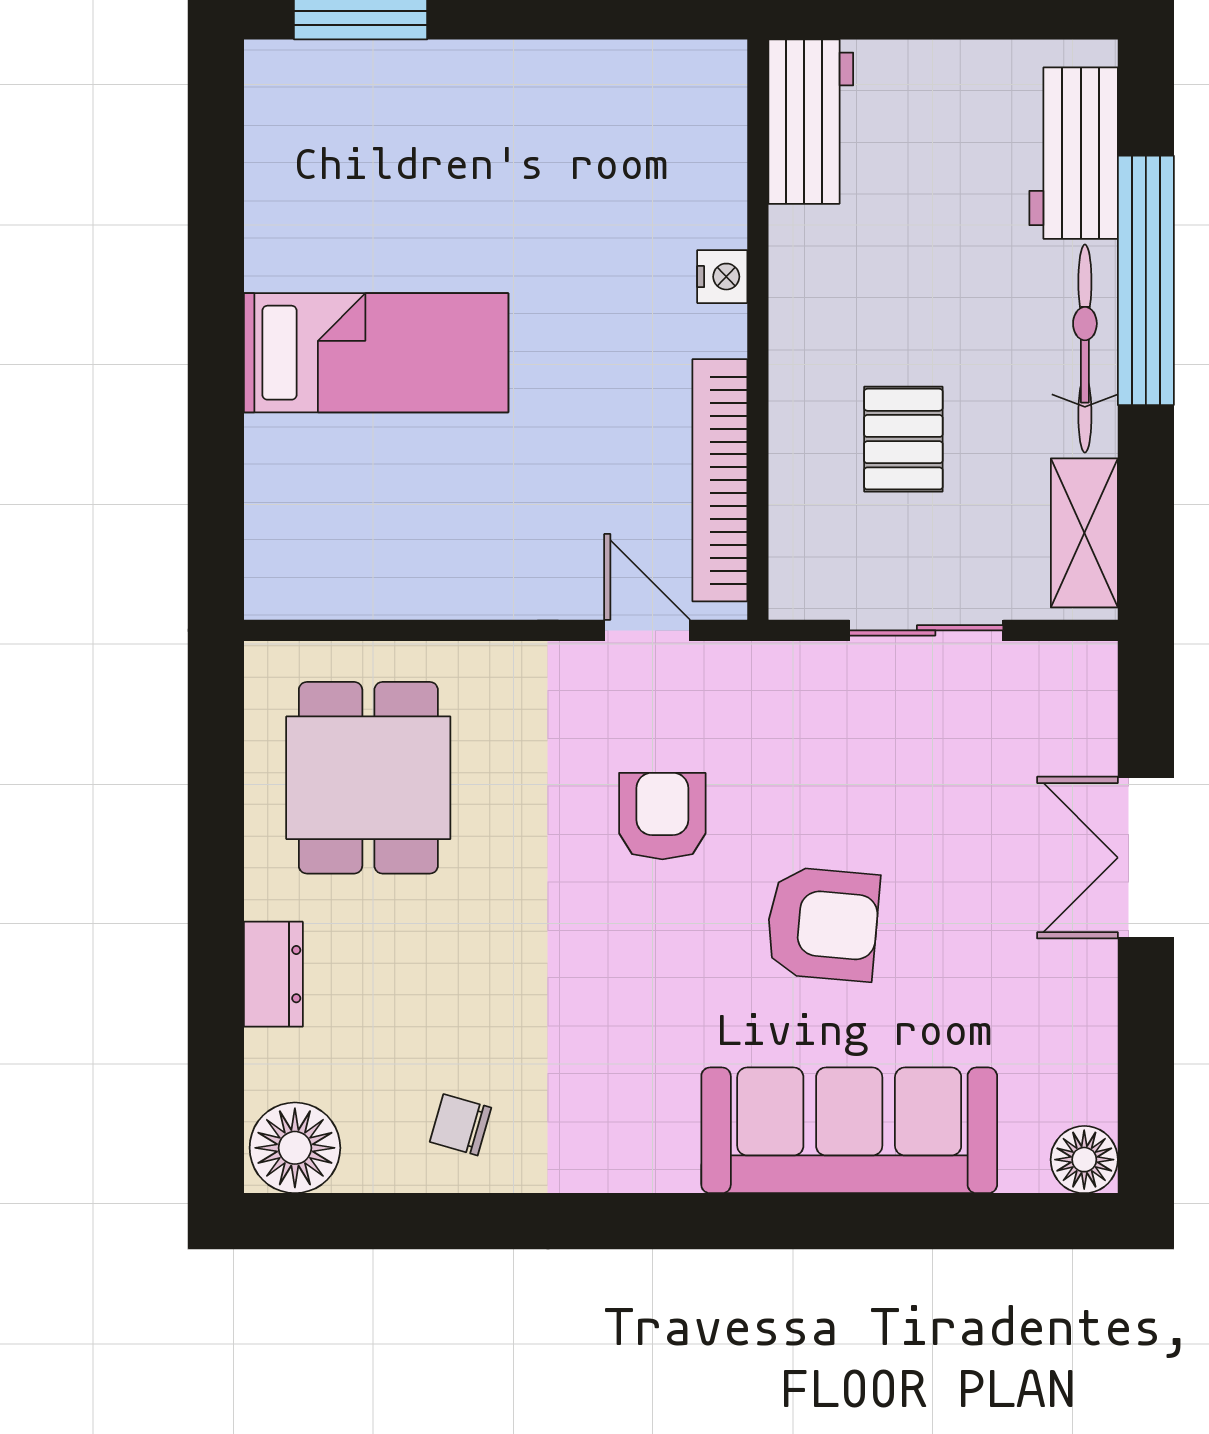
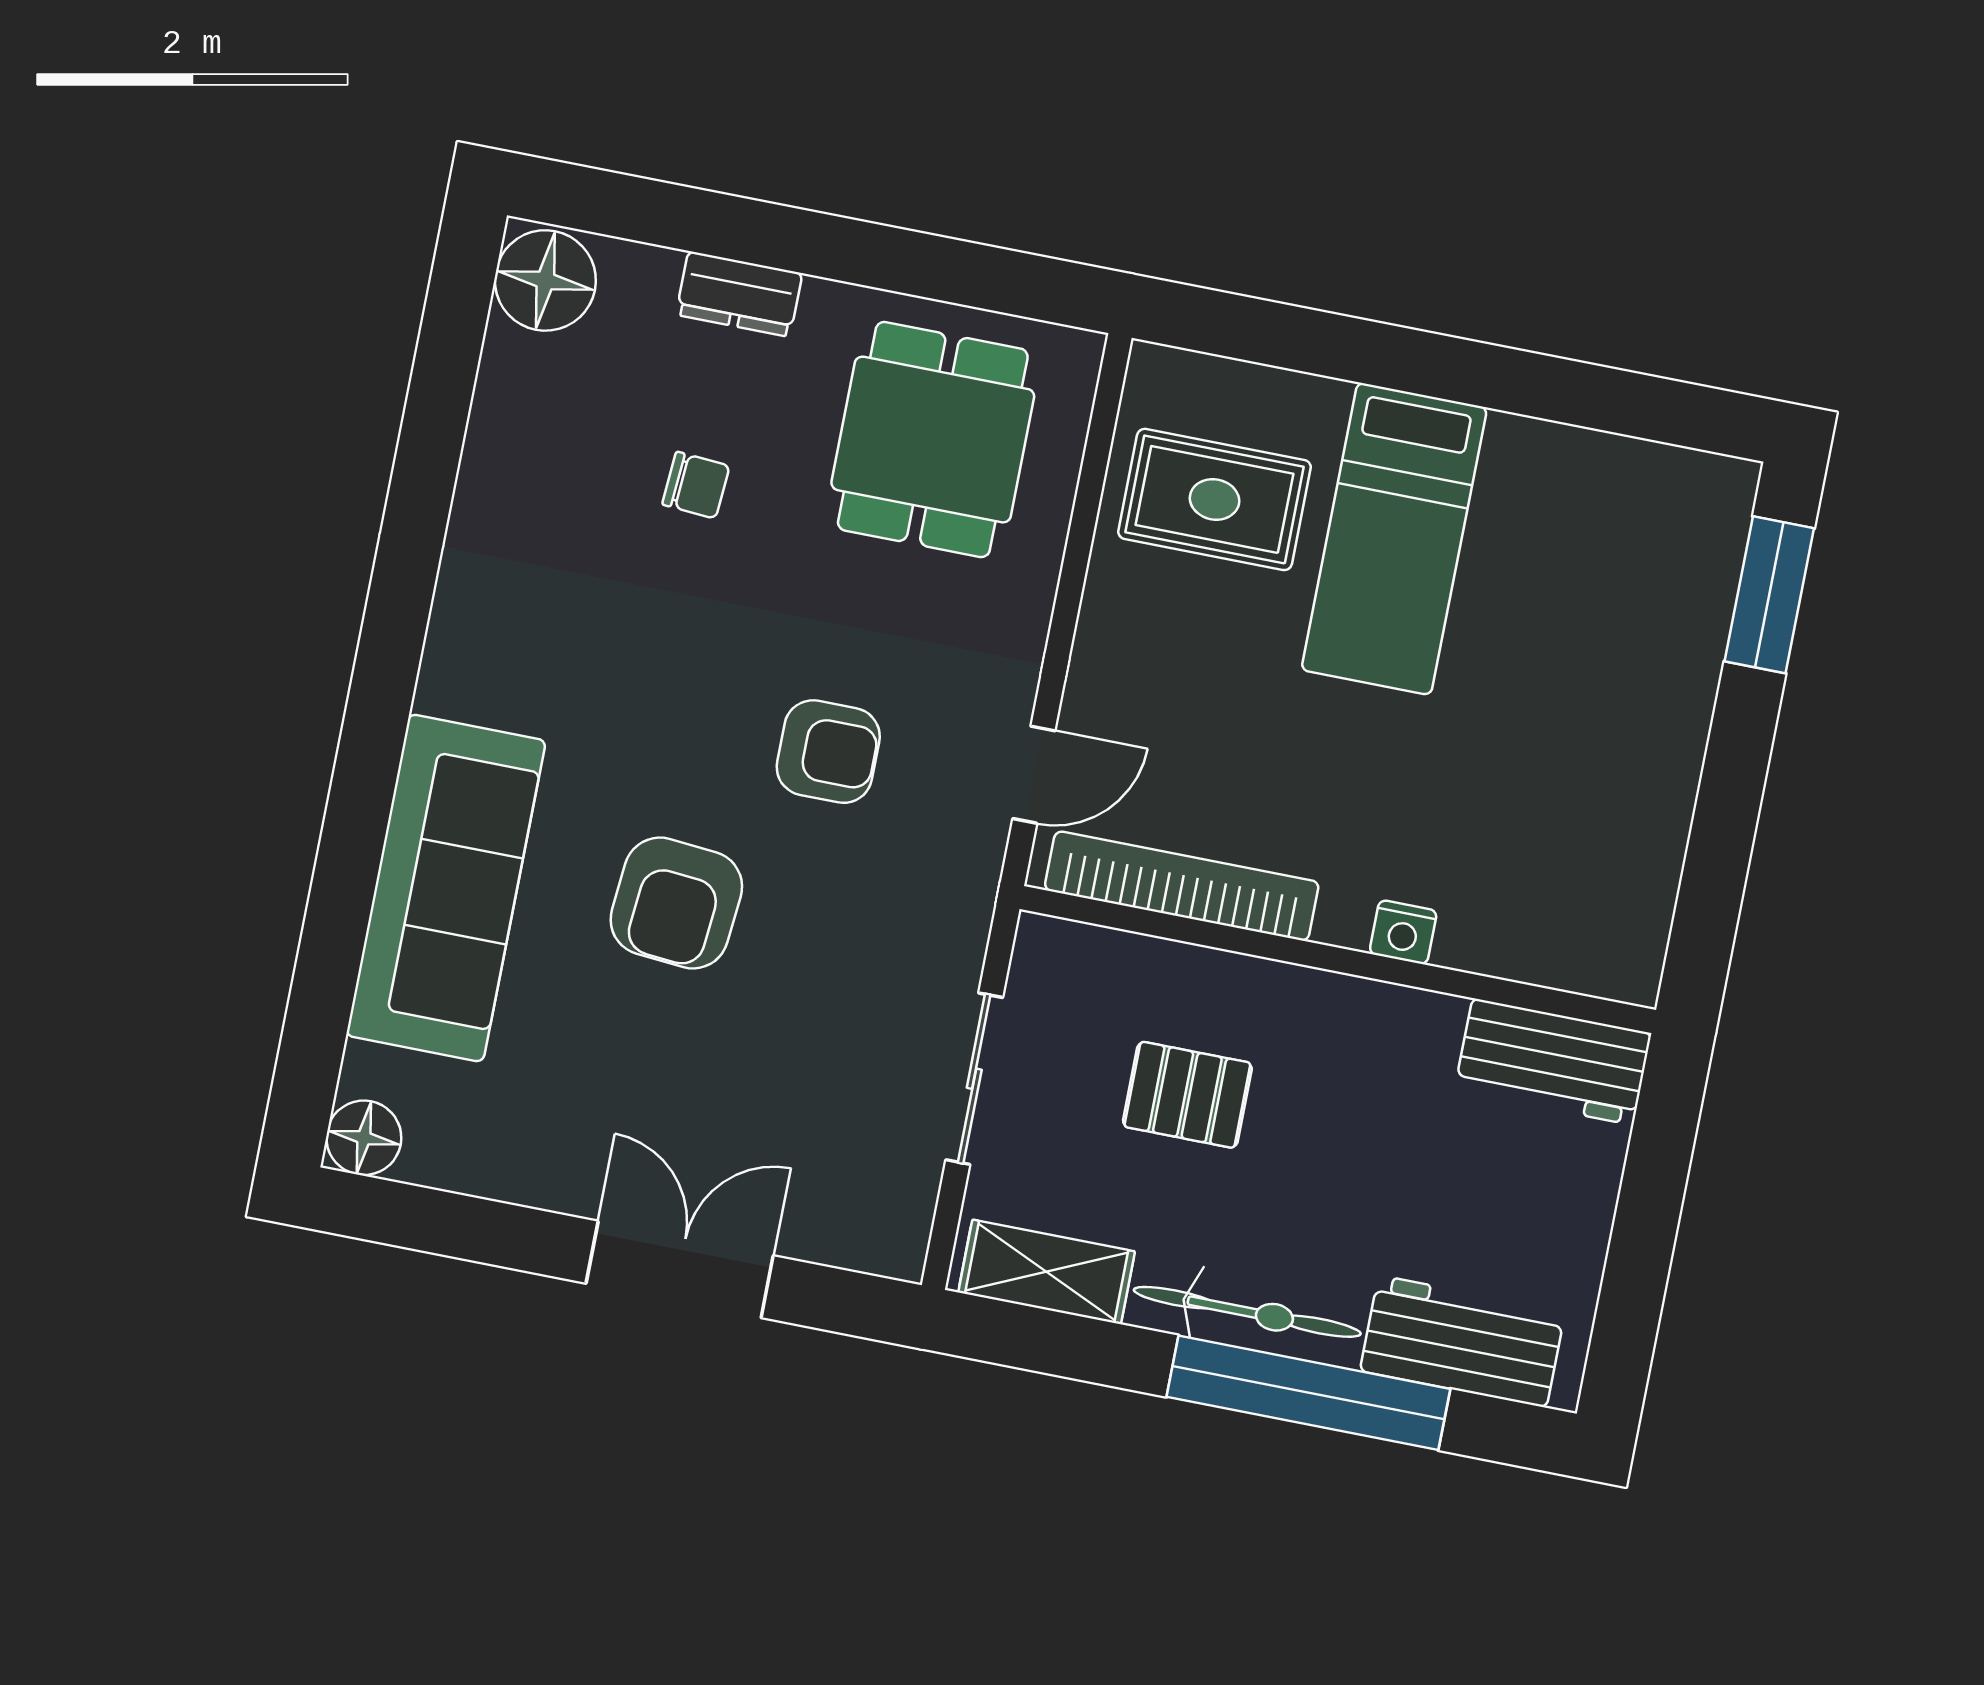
rug: (372, 518) -> (1215, 499), added
dining table: (368, 778) -> (933, 440), turned 90
chair: (461, 1125) -> (696, 485), moved, turned 78

